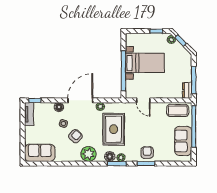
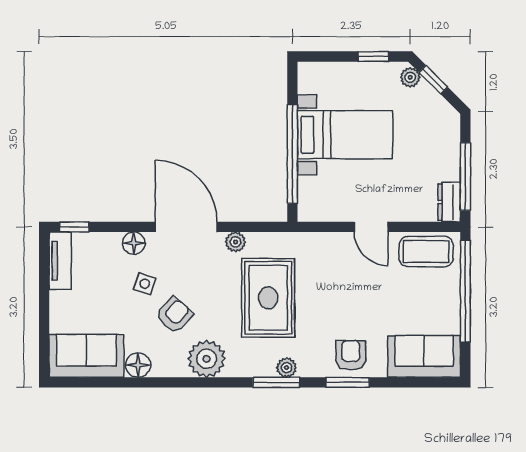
door: (80, 100) -> (186, 227), hinge flipped
door: (143, 100) -> (371, 227), moved
sofa: (183, 141) -> (424, 356), moved, turned 90
floor lamp: (110, 156) -> (138, 365), moved

